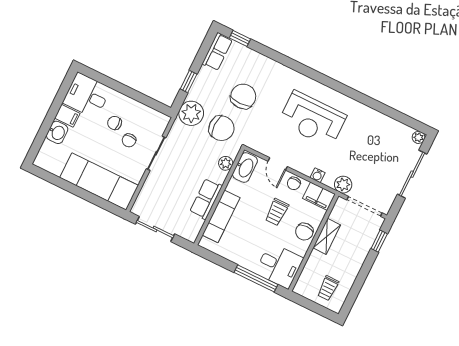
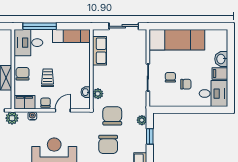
plant: (191, 113) -> (142, 120), width x0.53, depth x0.53
chair: (221, 128) -> (112, 116), turned 90
door: (278, 164) -> (63, 110), hinge flipped
washbasin: (245, 167) -> (86, 92), width x0.52, depth x0.69
row of seats: (206, 199) -> (99, 51), moved
exam couch: (221, 216) -> (71, 36), moved, turned -90

